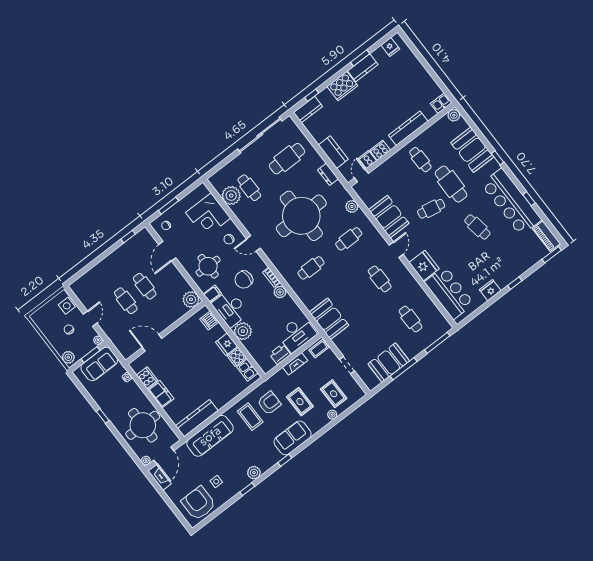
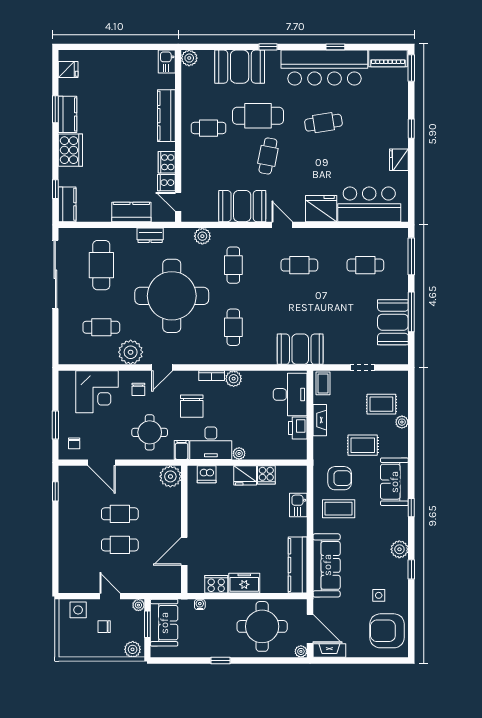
plant: (231, 196) -> (131, 352), moved
plant: (243, 331) -> (239, 453), width x0.53, depth x0.53
kitchen sink: (247, 370) -> (298, 505), moved, turned 90
armchair: (269, 403) -> (340, 478), turned 90

